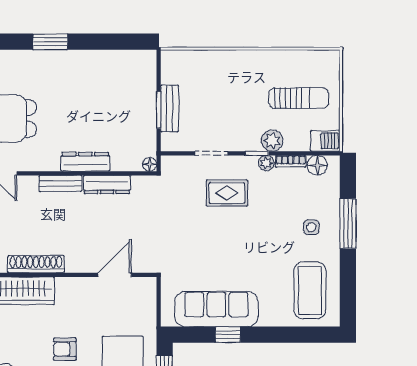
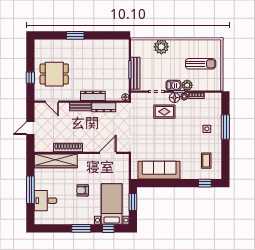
plant: (221, 64) -> (161, 47), added
bench: (169, 108) -> (135, 73), width x1.36
barbecue: (325, 141) -> (174, 85), moved
floor lamp: (317, 165) -> (175, 98), moved
coffee table: (310, 290) -> (206, 161), width x0.54, depth x0.58
window: (228, 335) -> (205, 183), moved

